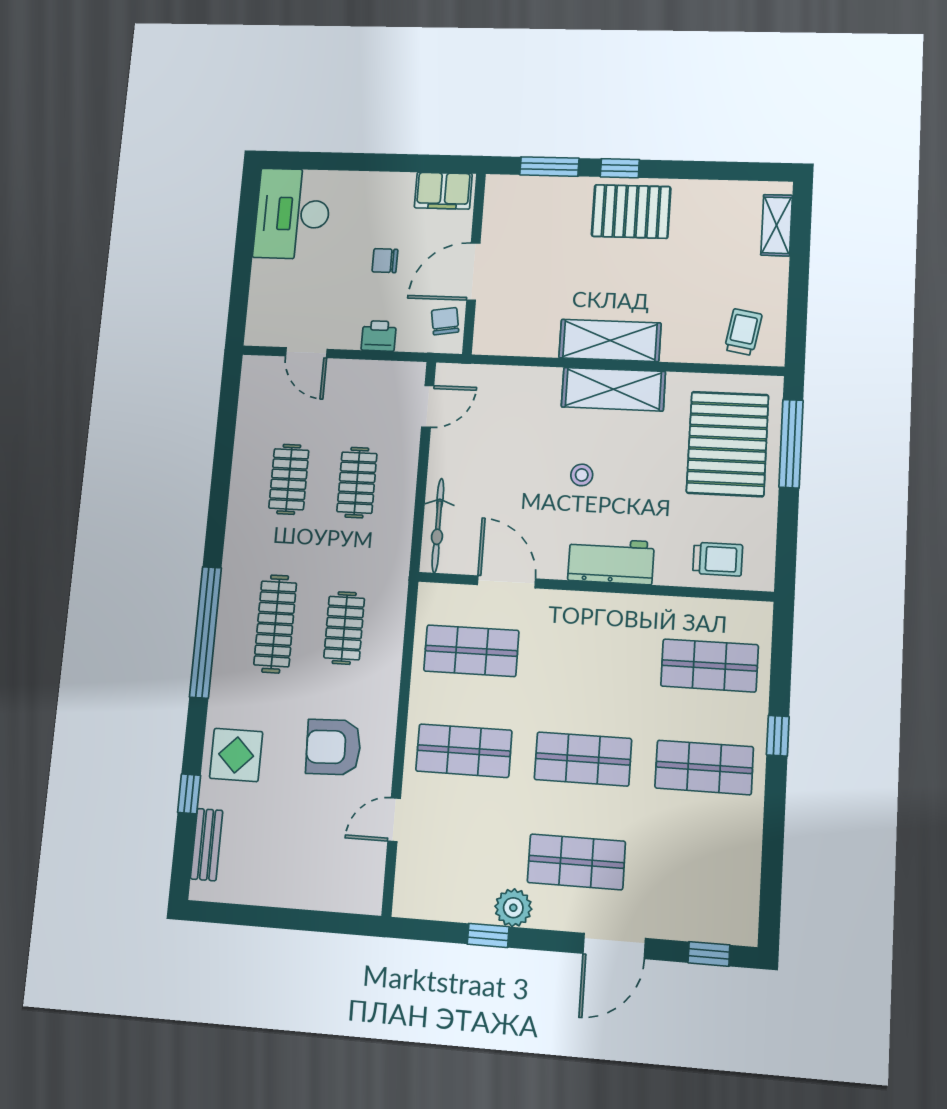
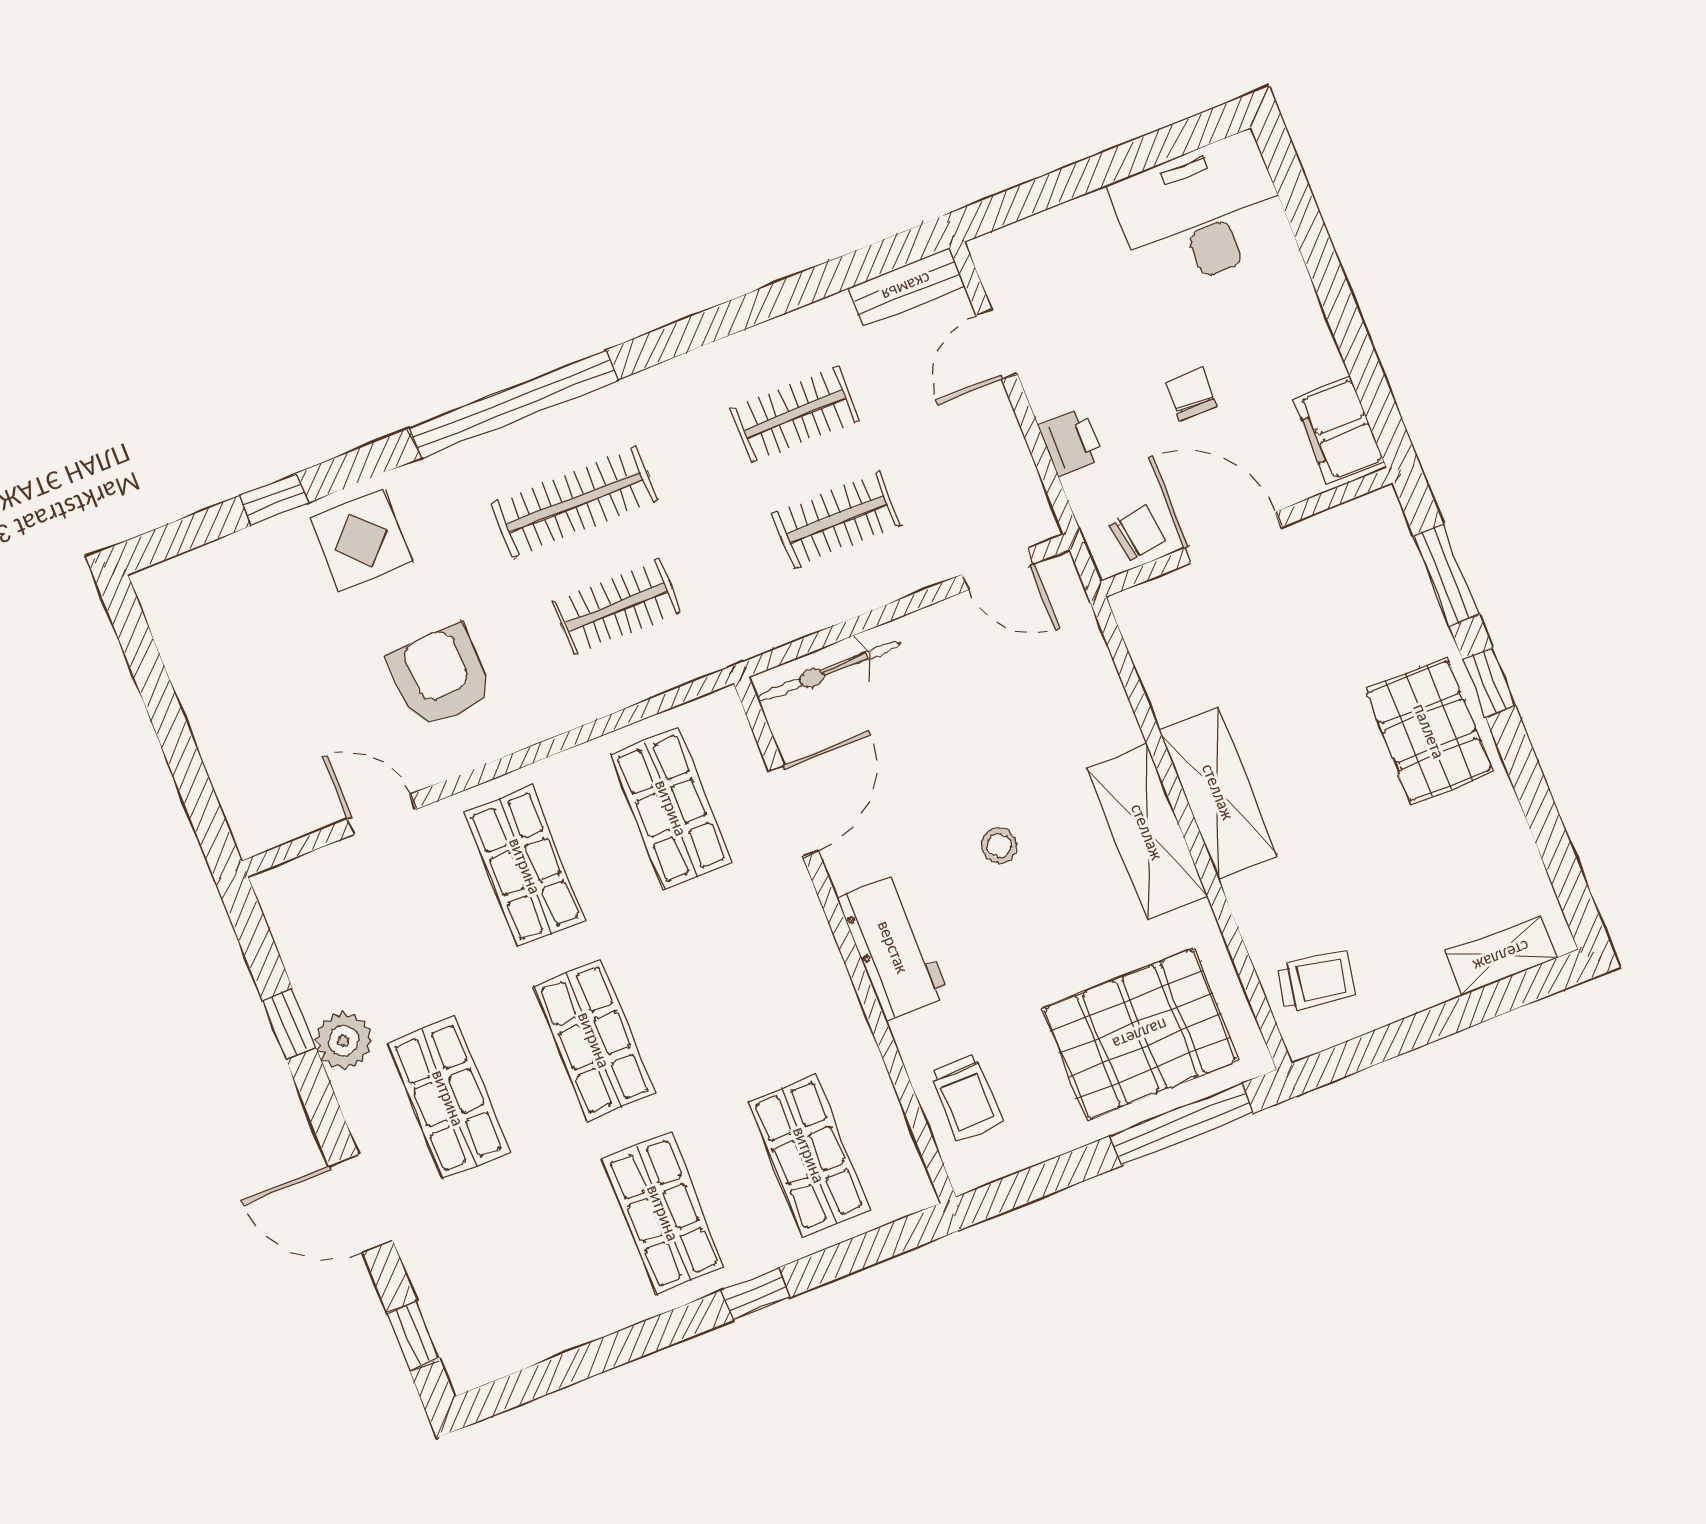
bench: (207, 845) -> (906, 287), moved

